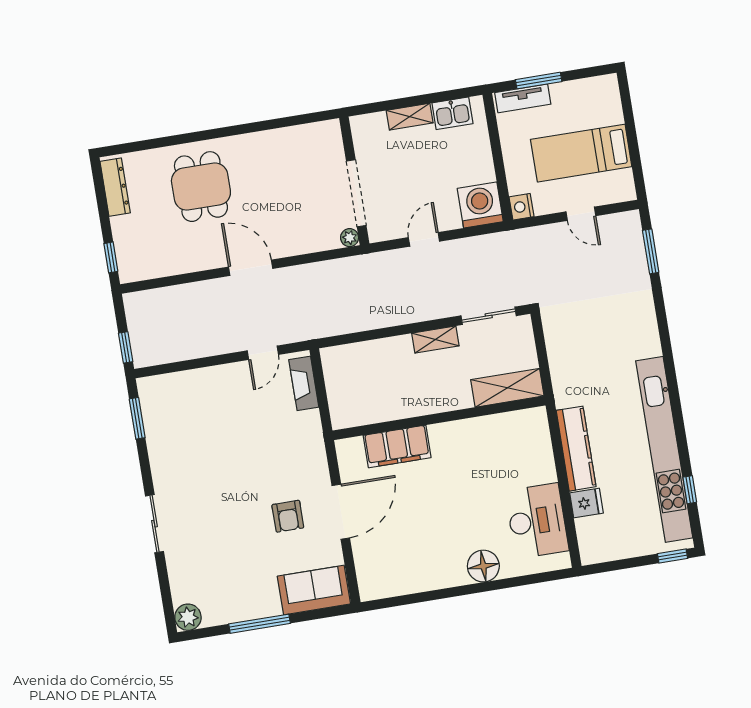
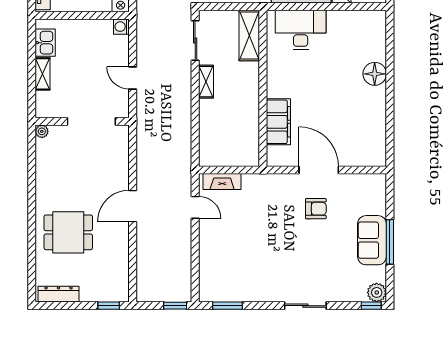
washing machine: (480, 205) -> (121, 27), width x0.53, depth x0.53
plant: (350, 238) -> (42, 131), moved
desk: (537, 521) -> (301, 30), moved
sofa: (314, 590) -> (372, 240), moved
window: (169, 613) -> (371, 306), added

